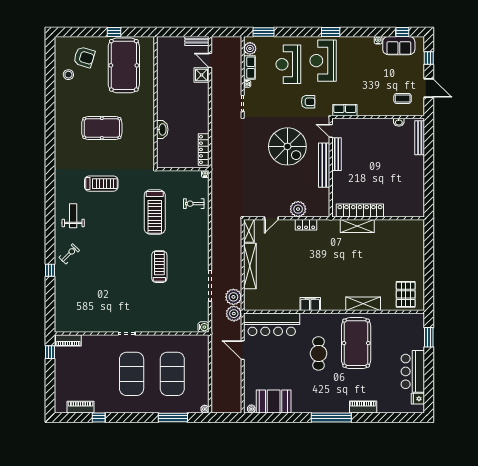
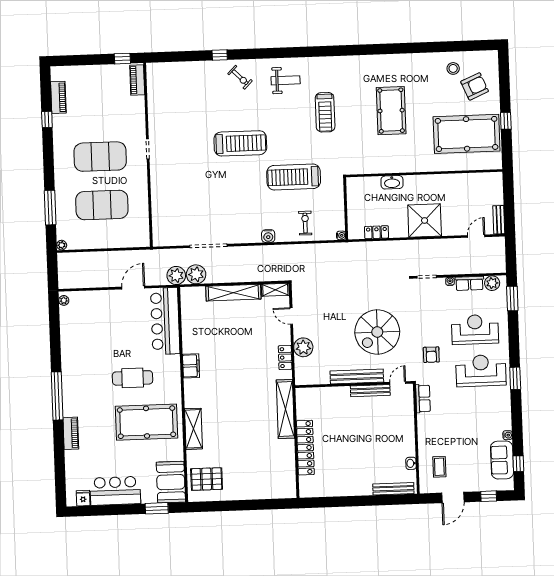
armchair: (84, 57) -> (475, 86), turned -130
shower: (202, 75) -> (425, 220), moved, width x1.86, depth x1.86
locker: (204, 150) -> (377, 232), width x0.66
locker: (360, 210) -> (305, 448), moved
shelving: (357, 226) -> (285, 409), width x1.47
treadmill: (159, 267) -> (240, 143), moved, width x1.37, depth x1.38
water cooler: (203, 327) -> (268, 236), moved
booth: (274, 401) -> (171, 482), moved

